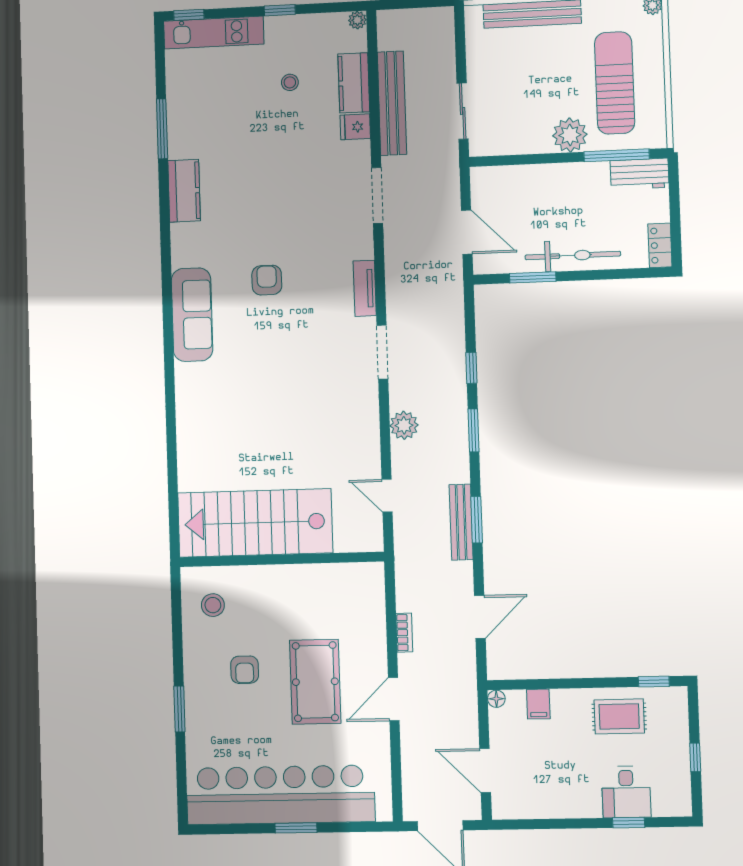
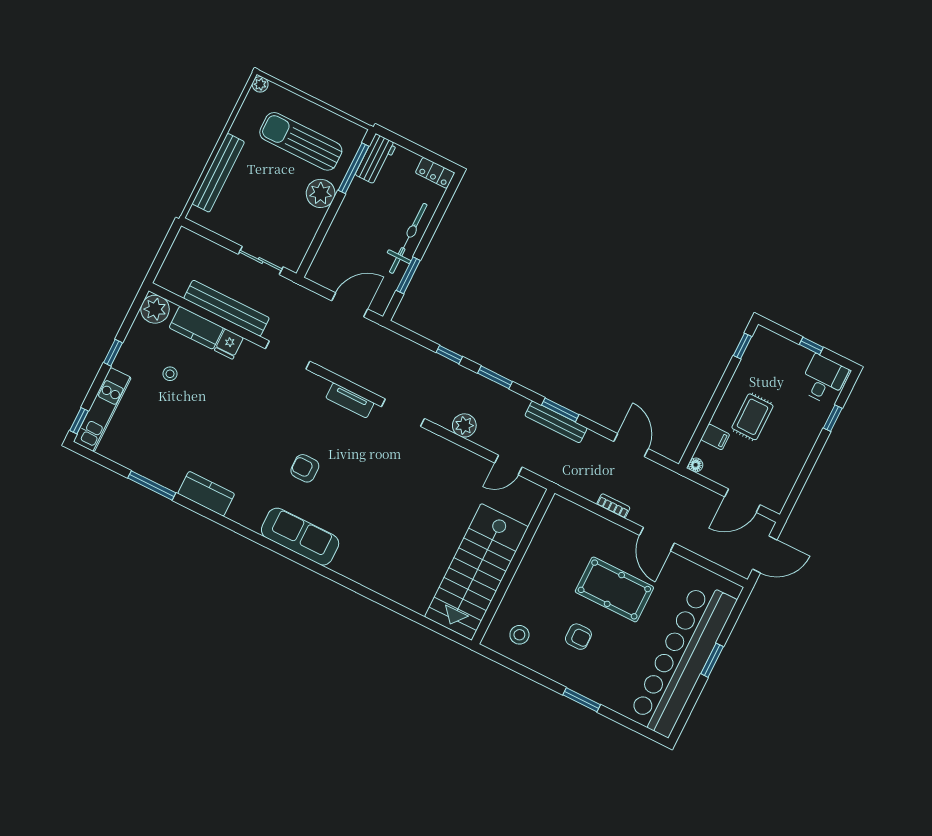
plant: (357, 20) -> (155, 309), width x1.88, depth x1.88
rug: (619, 716) -> (752, 417), moved
desk: (626, 792) -> (823, 379), moved, turned -90

